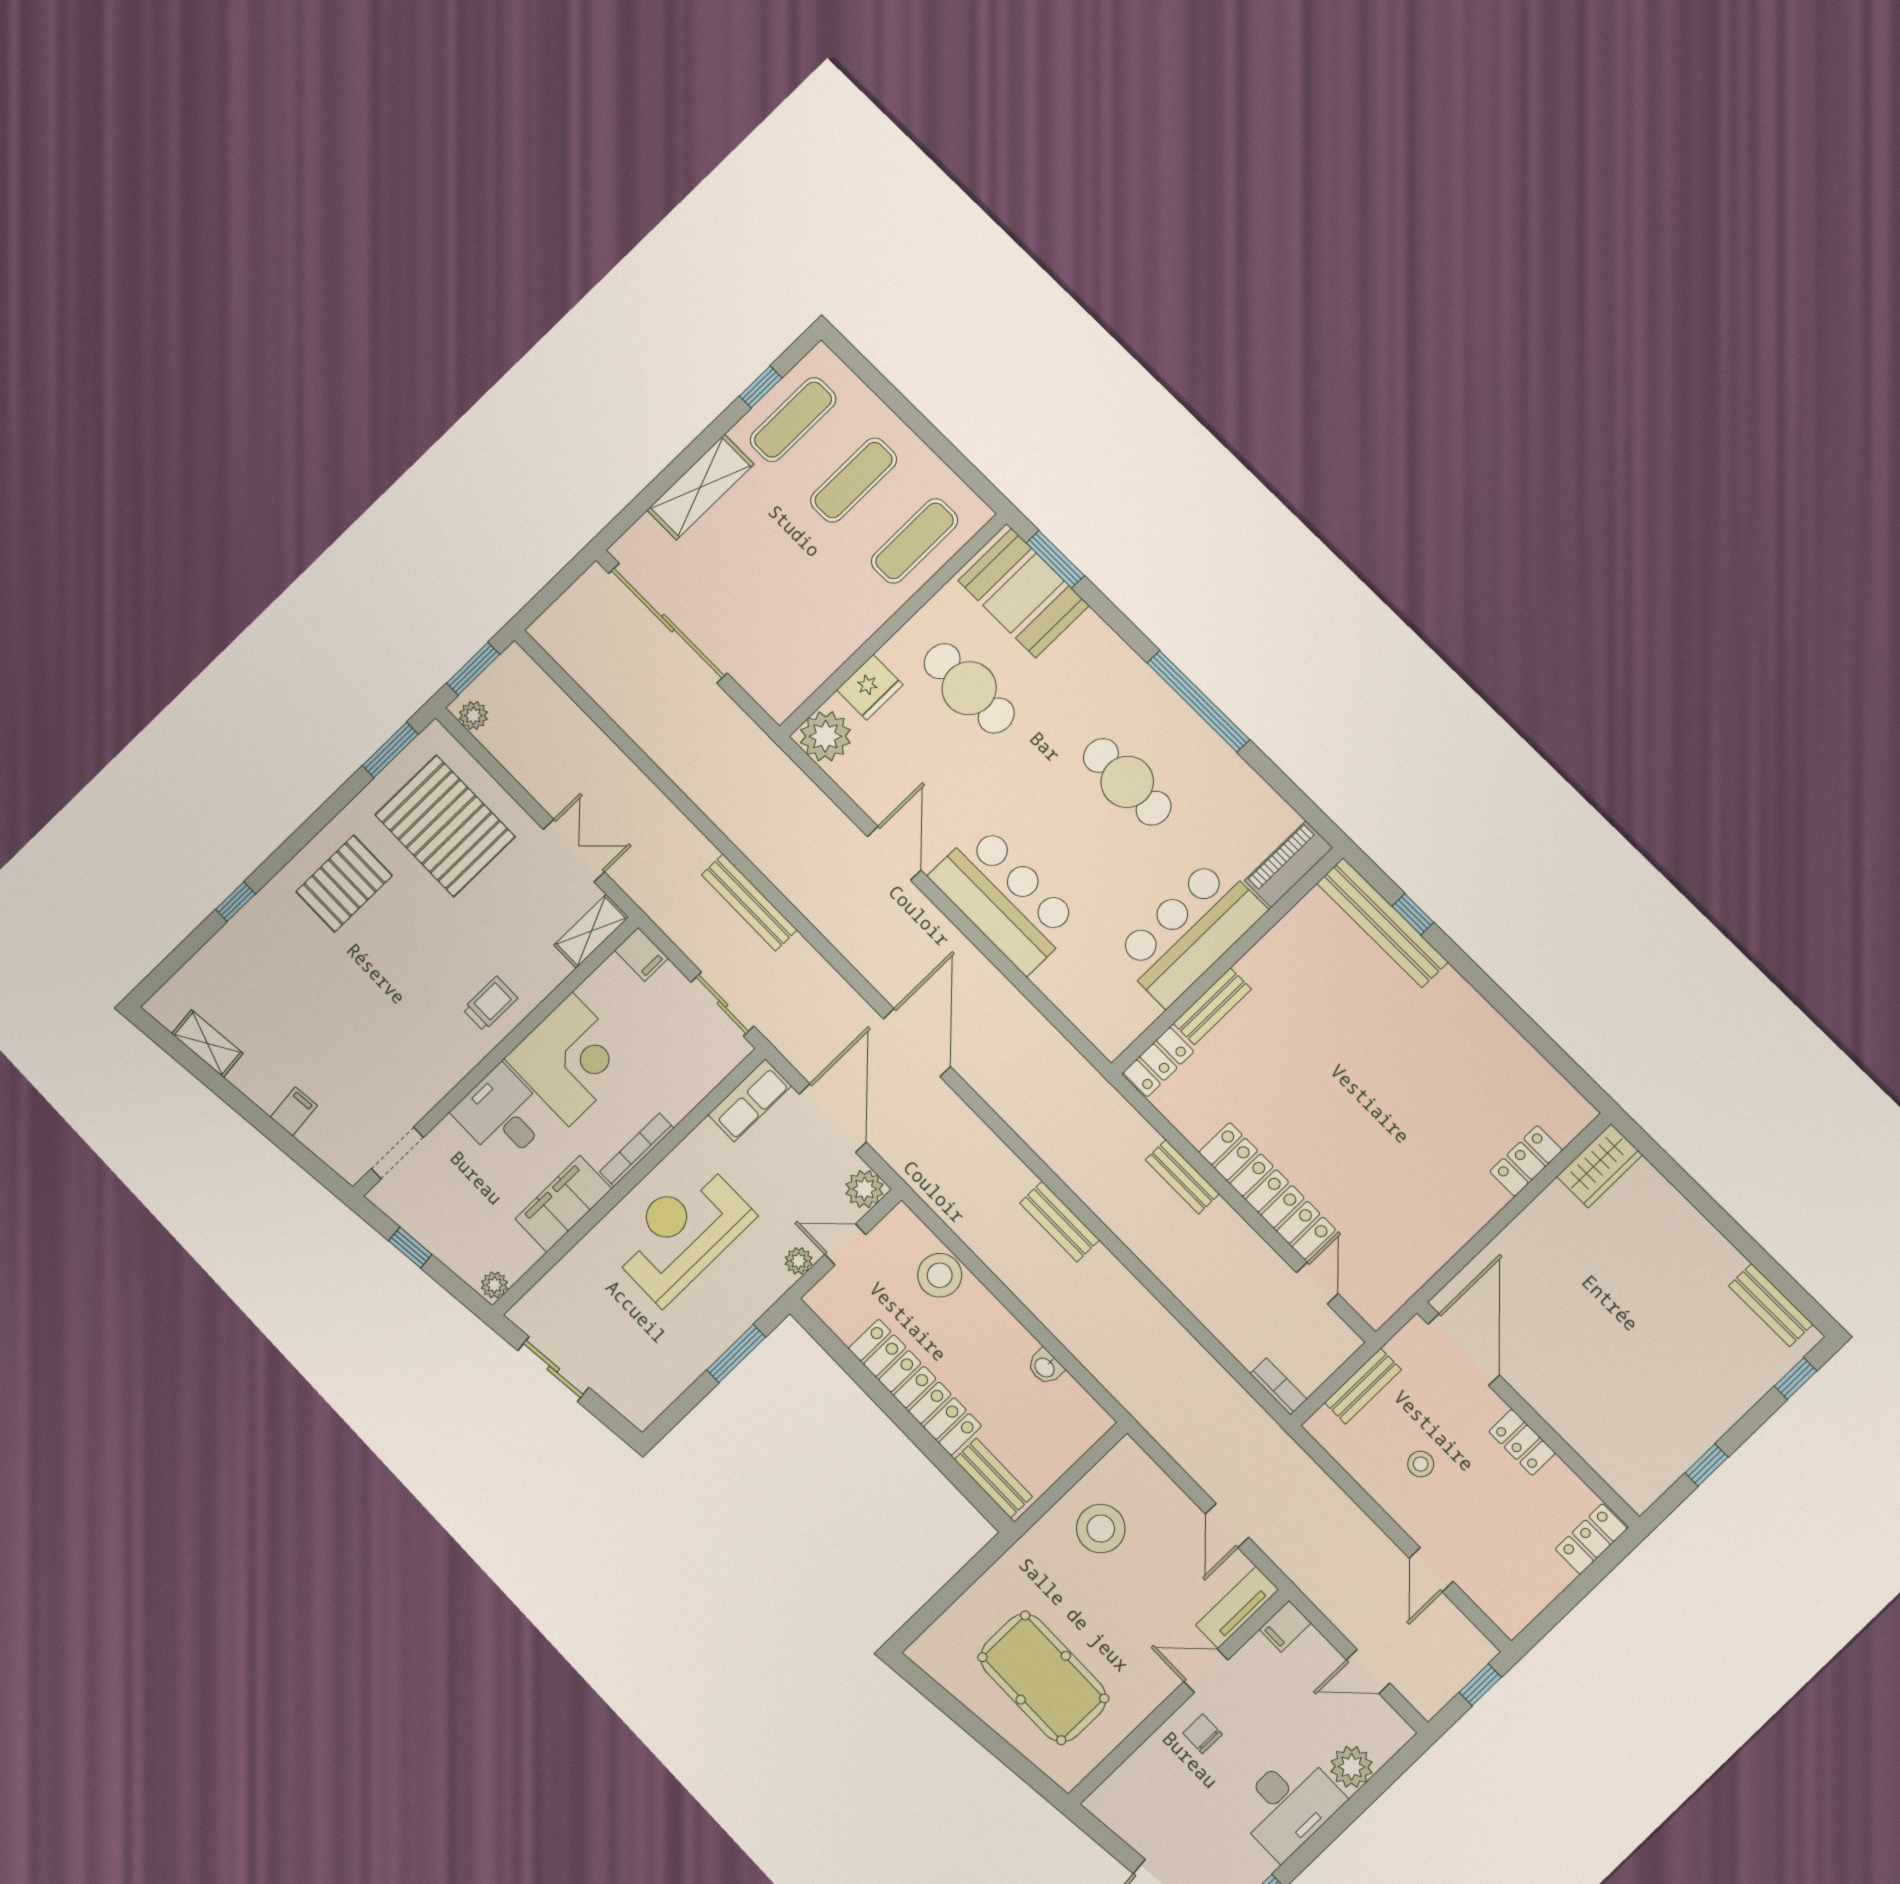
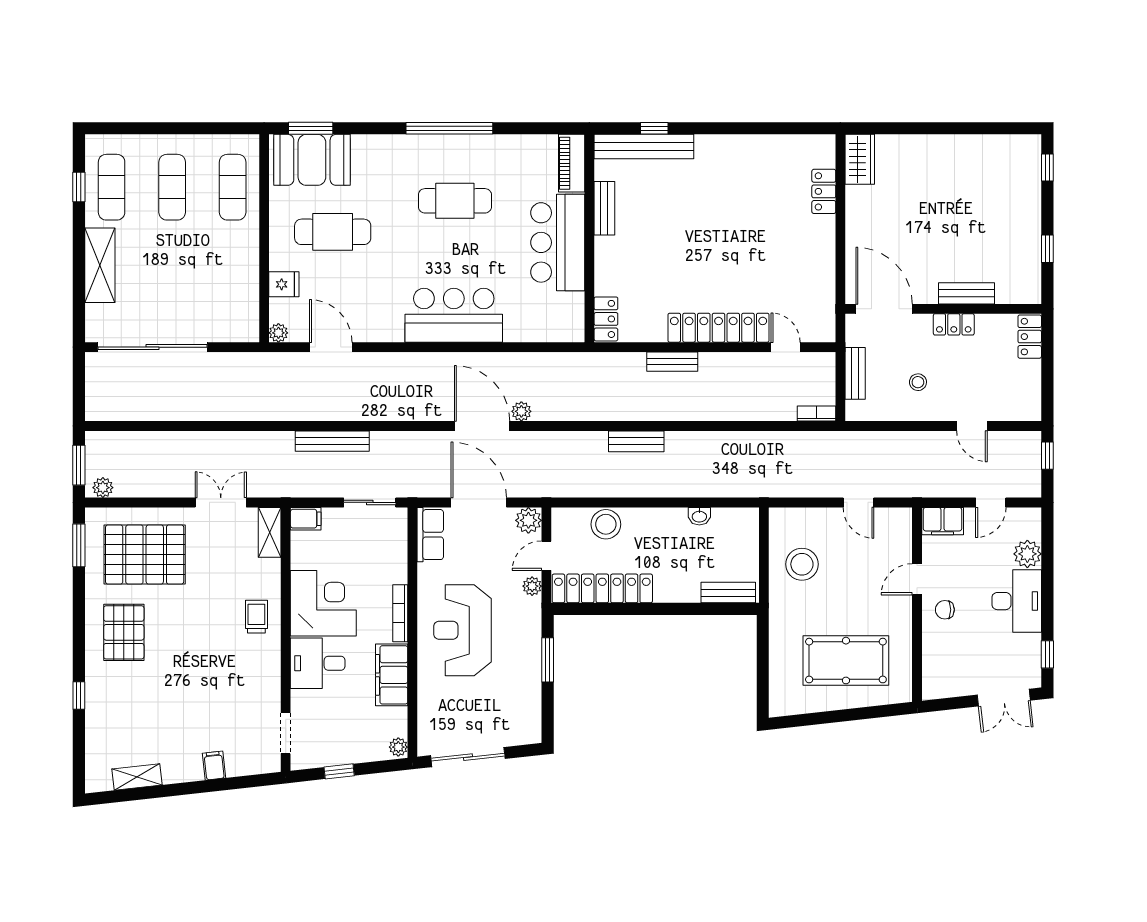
fridge: (870, 687) -> (284, 284), width x0.72
plant: (825, 736) -> (278, 333), width x0.53, depth x0.53
door: (894, 853) -> (331, 347), moved
bench: (1212, 1006) -> (604, 208), moved
plant: (973, 1069) -> (521, 411), added
bench: (1771, 1305) -> (966, 293), moved
sliding door: (553, 1369) -> (468, 757), width x1.37
locker: (915, 1387) -> (602, 588), moved
tv unit: (1237, 1607) -> (901, 535), removed
filing cabinet: (1285, 1626) -> (943, 521), width x2.00

